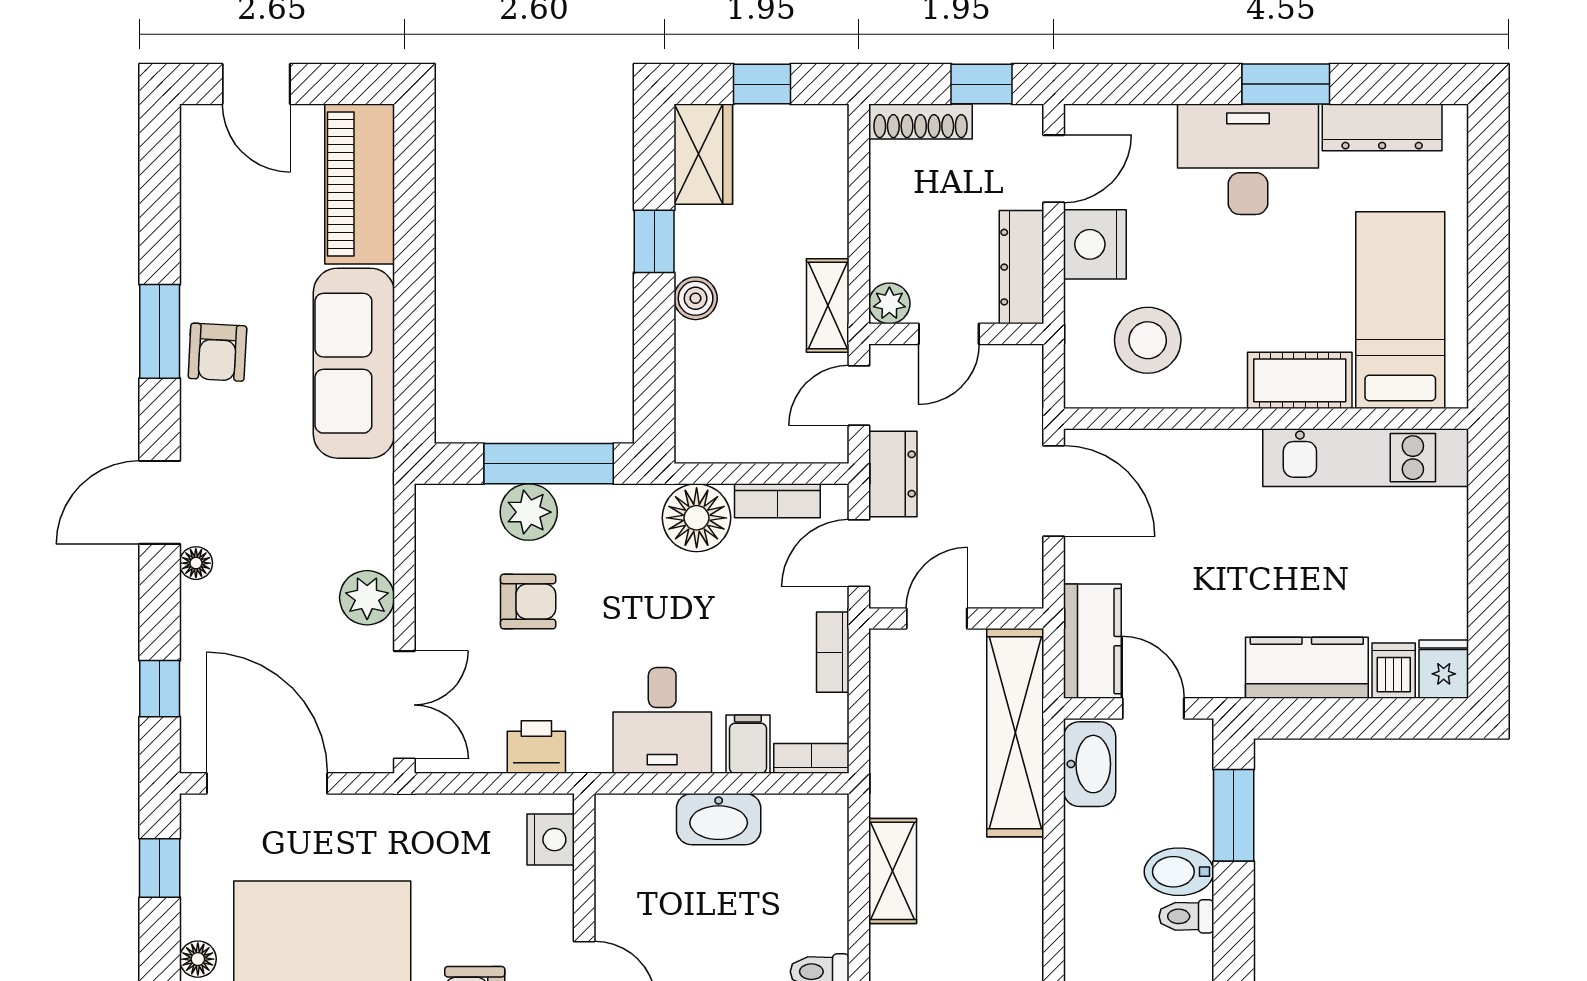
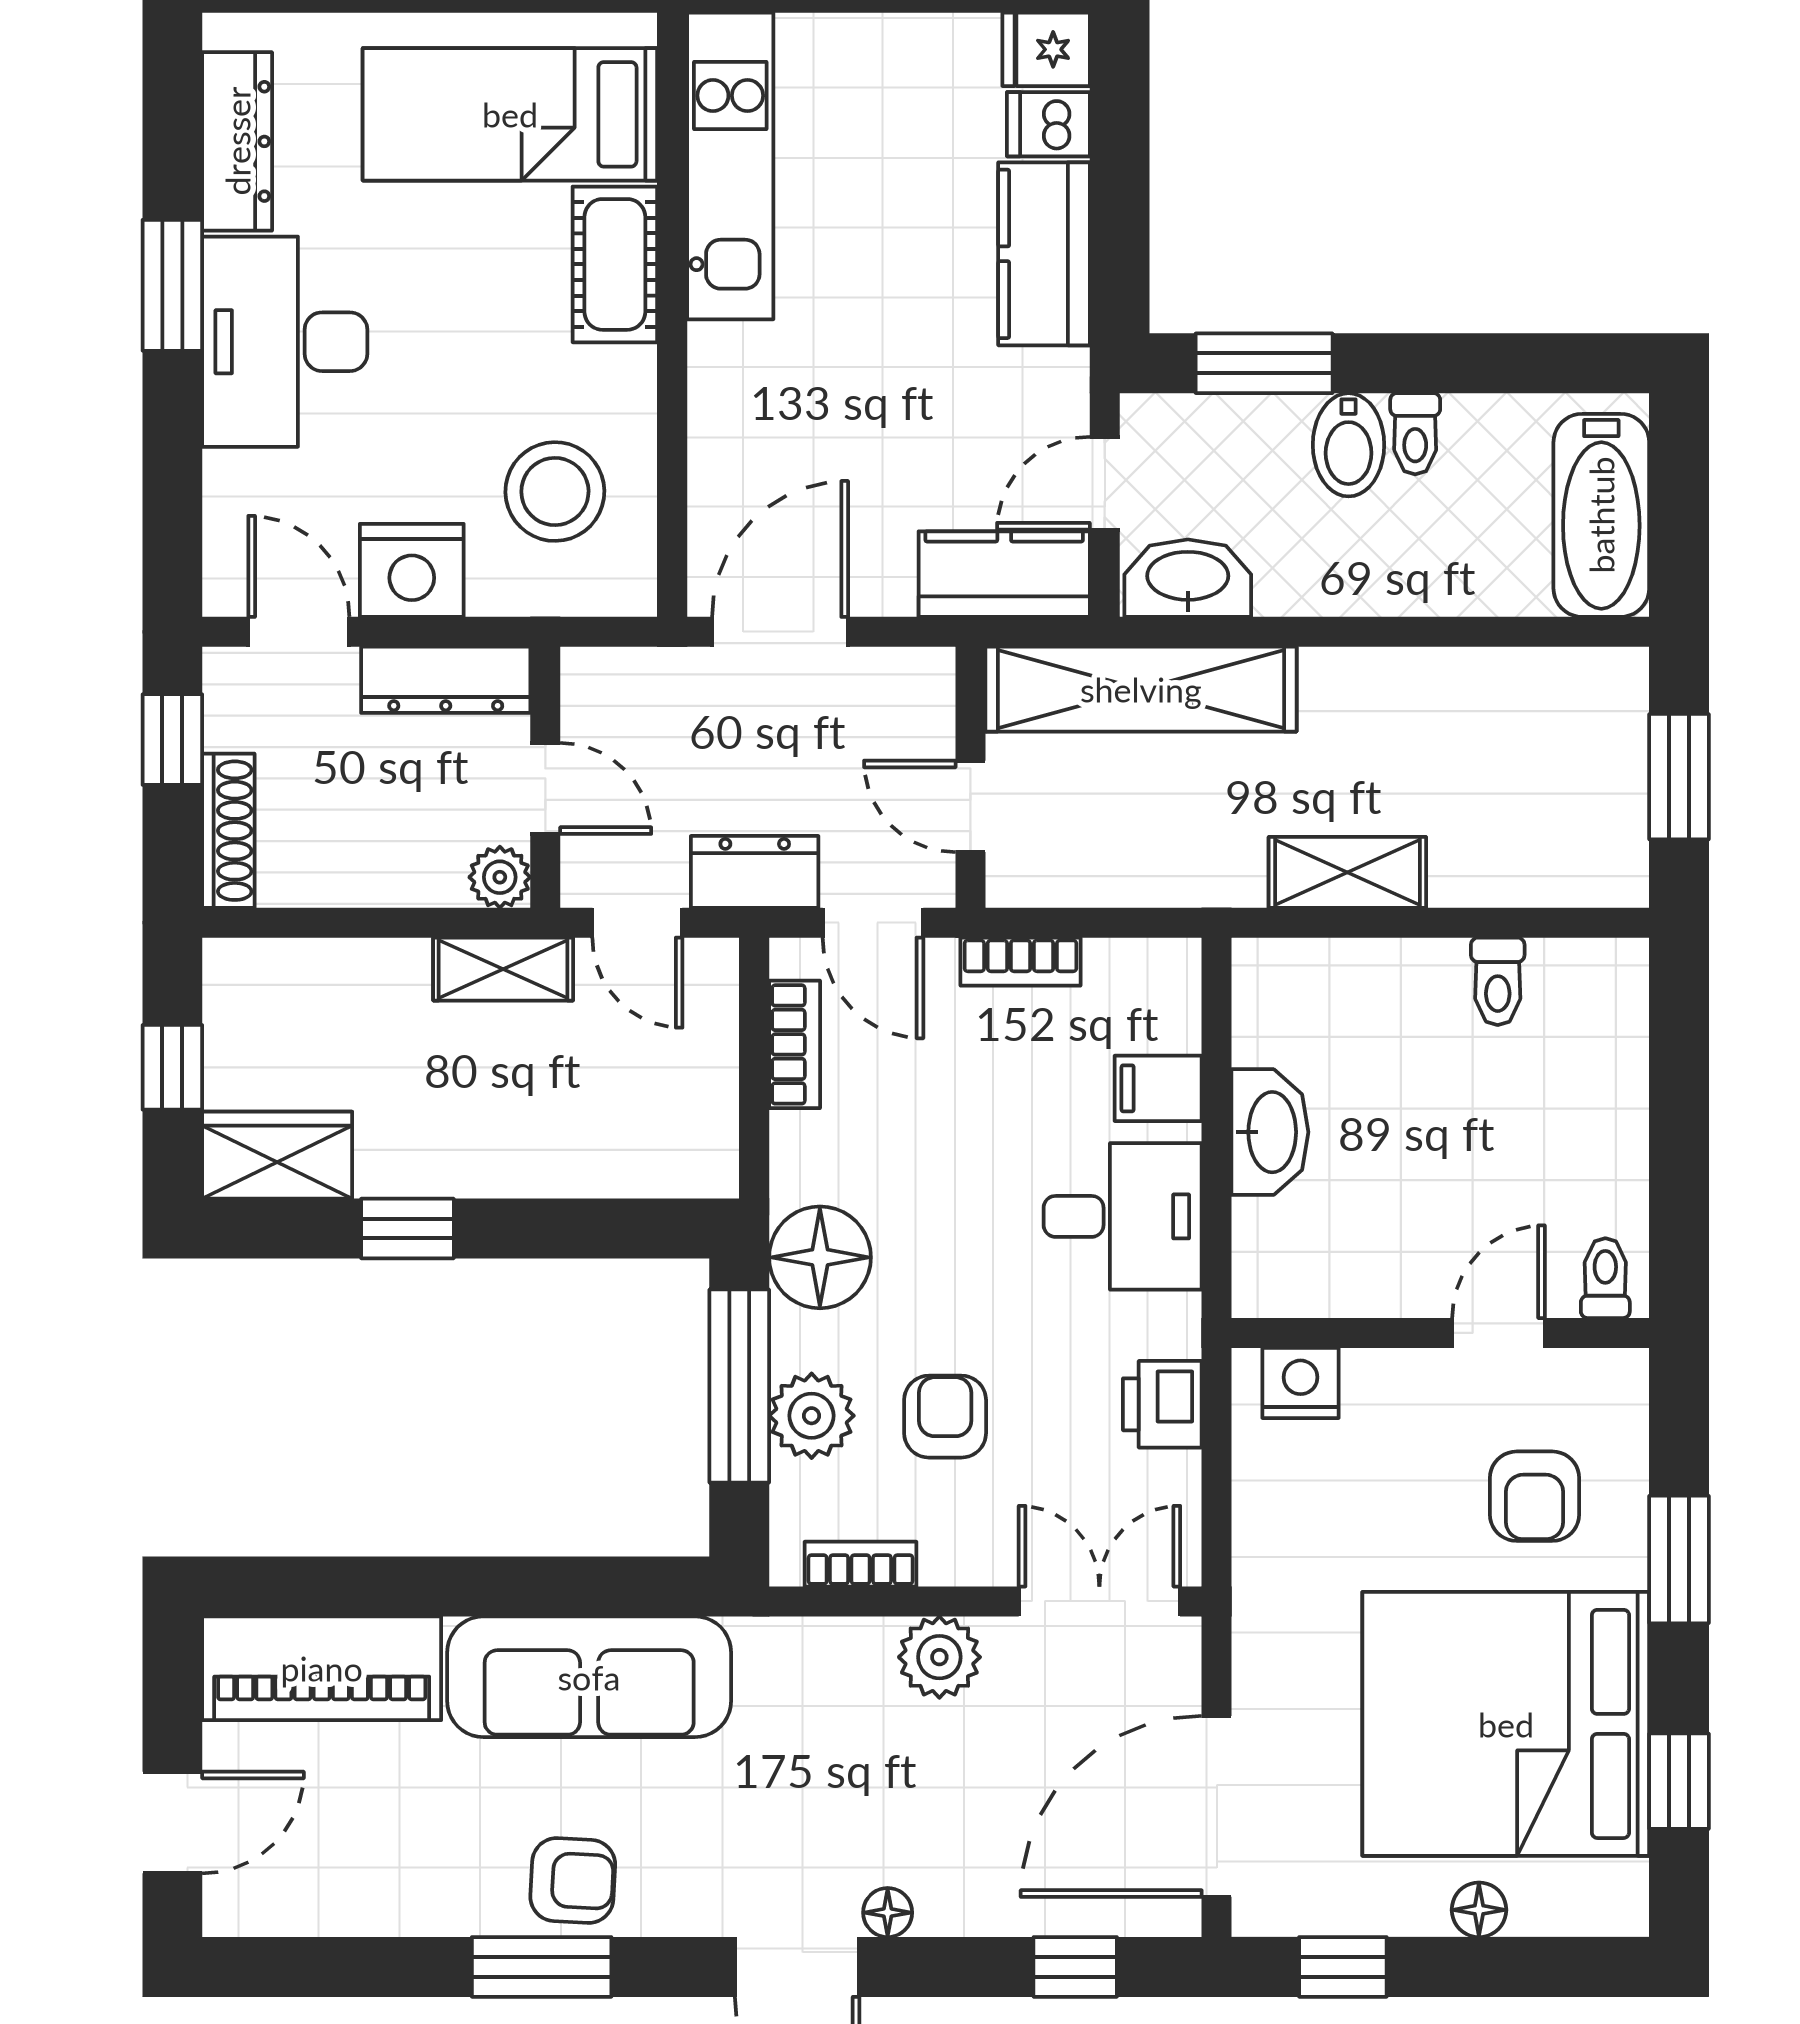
boiler: (696, 298) -> (492, 1167), removed
floor lamp: (697, 518) -> (820, 1257), moved
bookcase: (811, 758) -> (861, 1564), moved, turned 90

